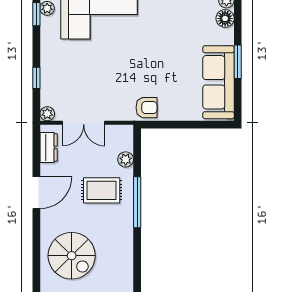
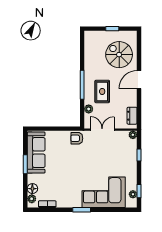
double door: (84, 123) -> (102, 130), moved
rug: (102, 190) -> (102, 91), turned 90
door: (36, 193) -> (139, 80), moved

